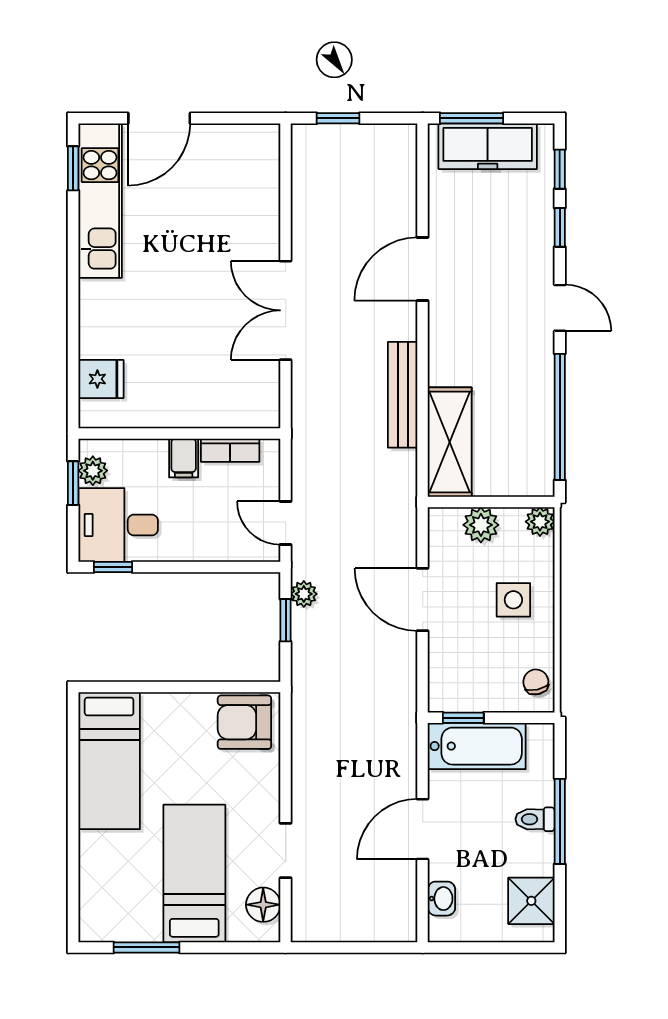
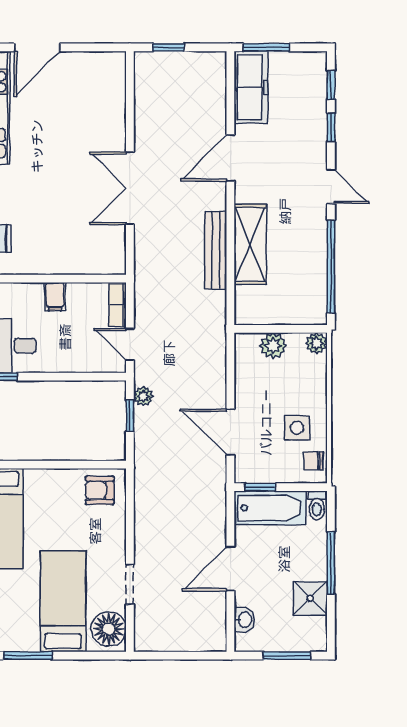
freezer: (488, 146) -> (251, 87), moved, turned -90
shelving: (450, 442) -> (250, 244), moved
bookcase: (230, 450) -> (118, 305), moved, turned 90
door: (423, 600) -> (230, 432), moved
side table: (513, 600) -> (297, 428), moved
chair: (536, 682) -> (313, 461), turned -78
armchair: (244, 722) -> (100, 490), width x0.72, depth x0.72
toilet: (535, 819) -> (317, 505), moved, turned -90
shower: (531, 901) -> (310, 598), moved
floor lamp: (263, 905) -> (109, 629), width x1.38, depth x1.38
window: (500, 947) -> (287, 656), added

